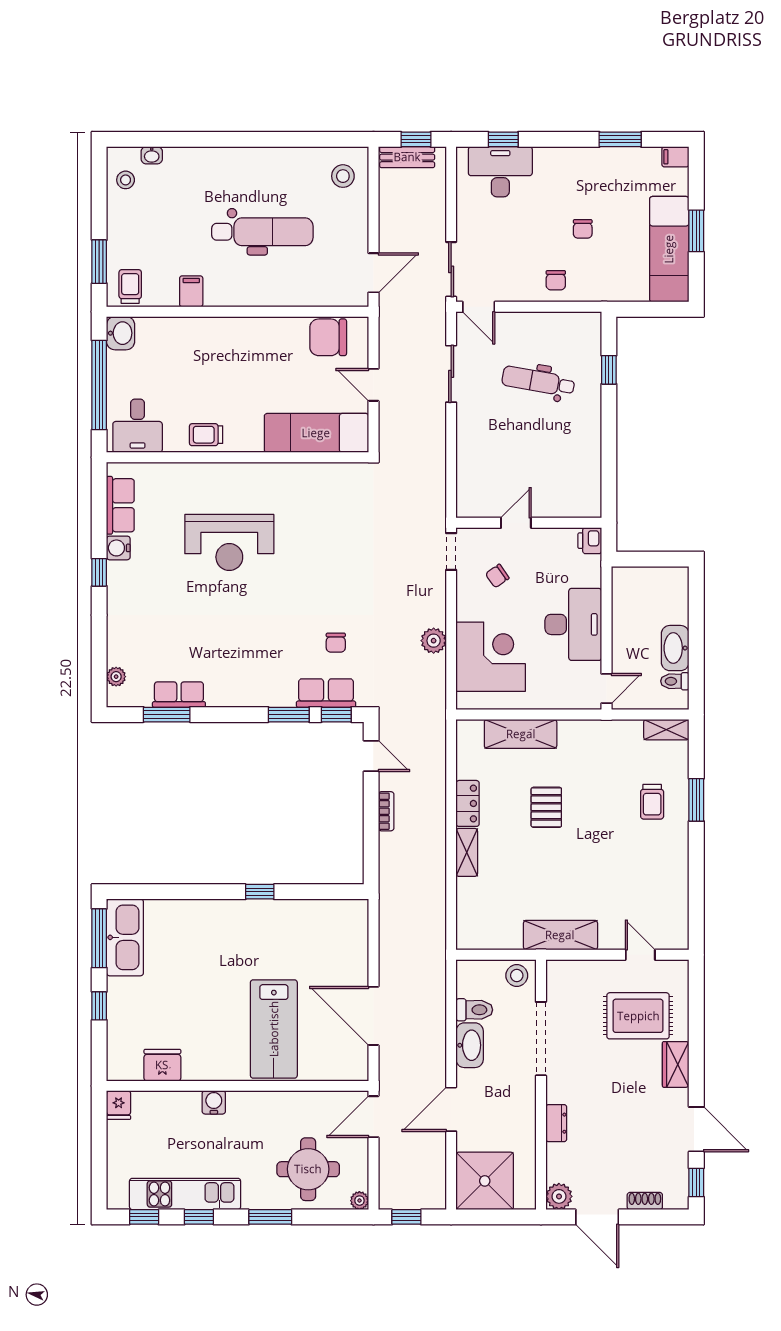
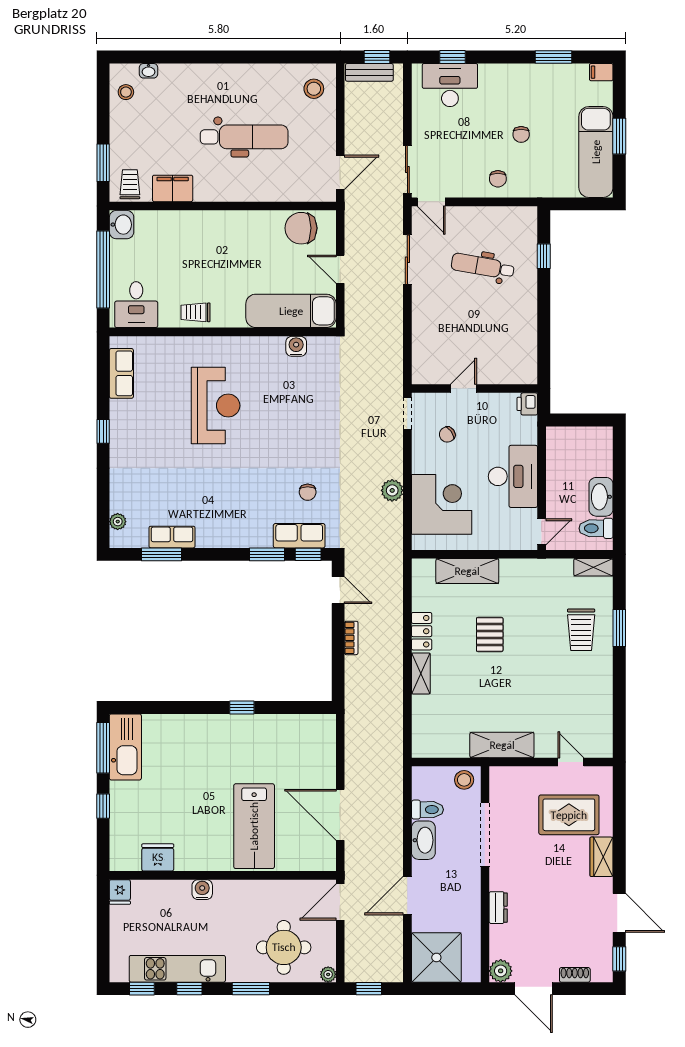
filing cabinet: (191, 291) -> (173, 188), width x2.00
reception desk: (229, 542) -> (216, 406), turned -90
water cooler: (118, 548) -> (296, 346), moved, turned 90
toilet: (675, 681) -> (596, 528), width x1.37, depth x1.39
trolley: (652, 802) -> (581, 630), width x1.36, depth x1.39

